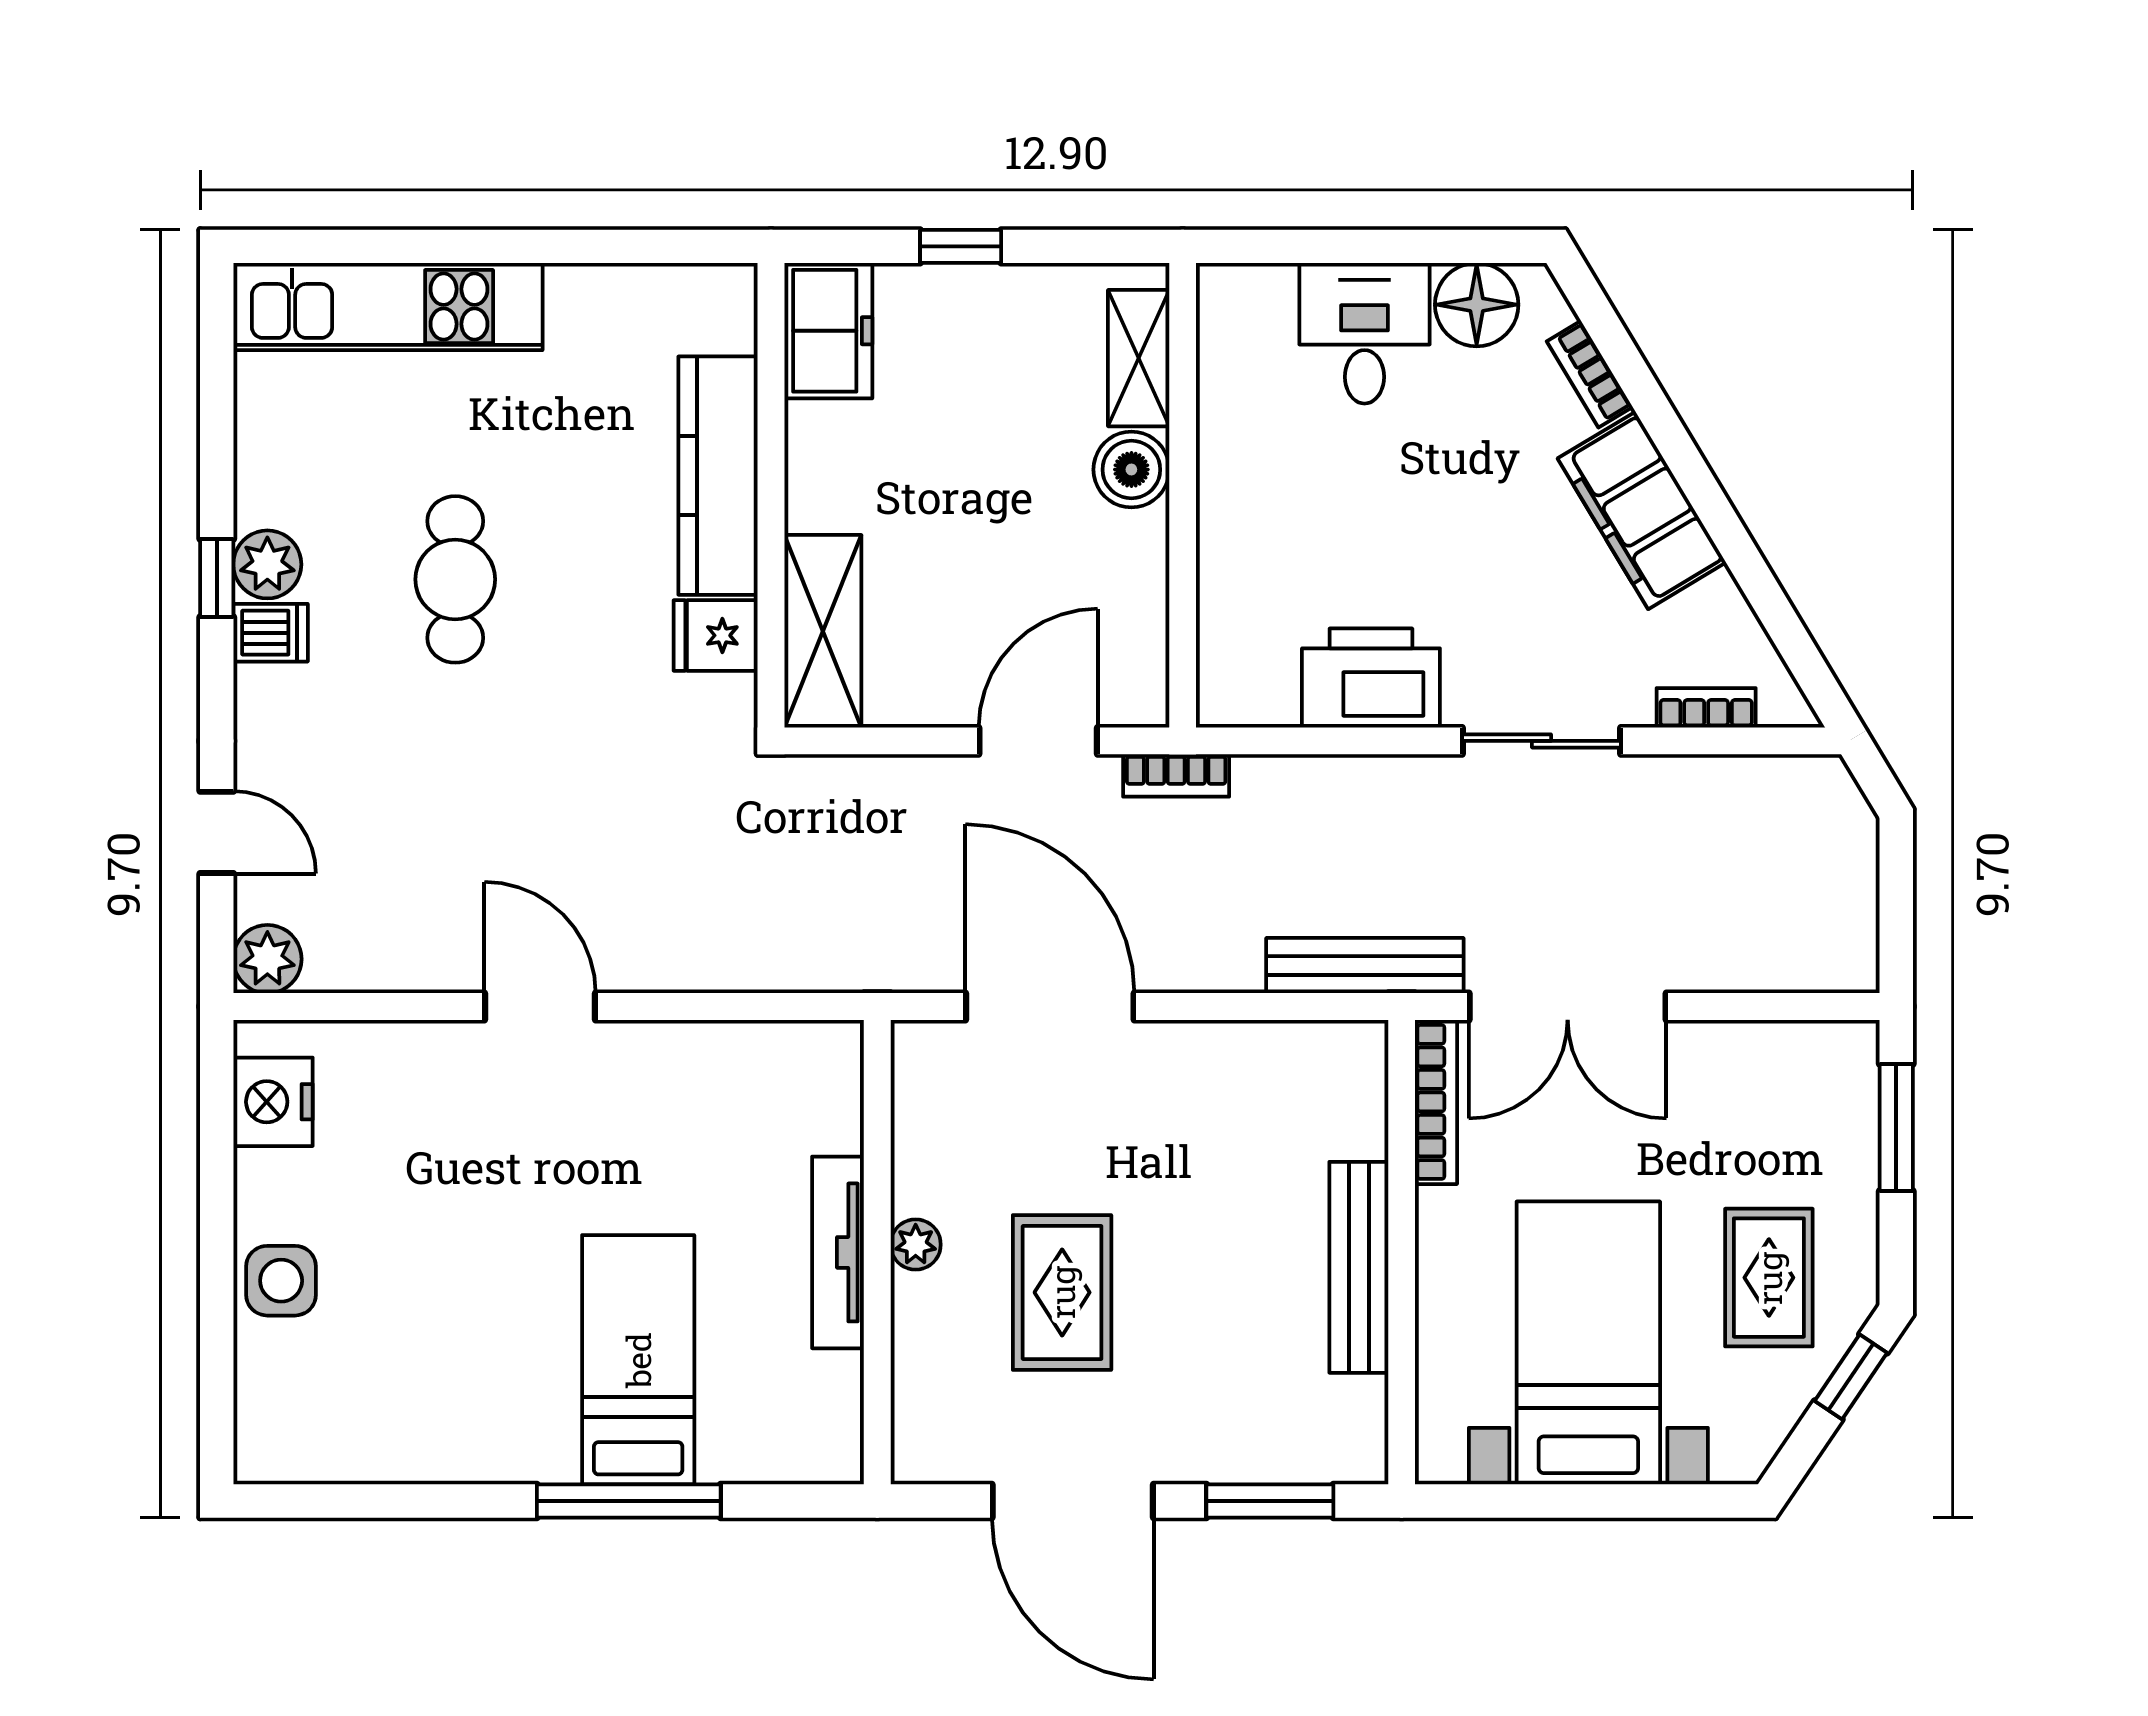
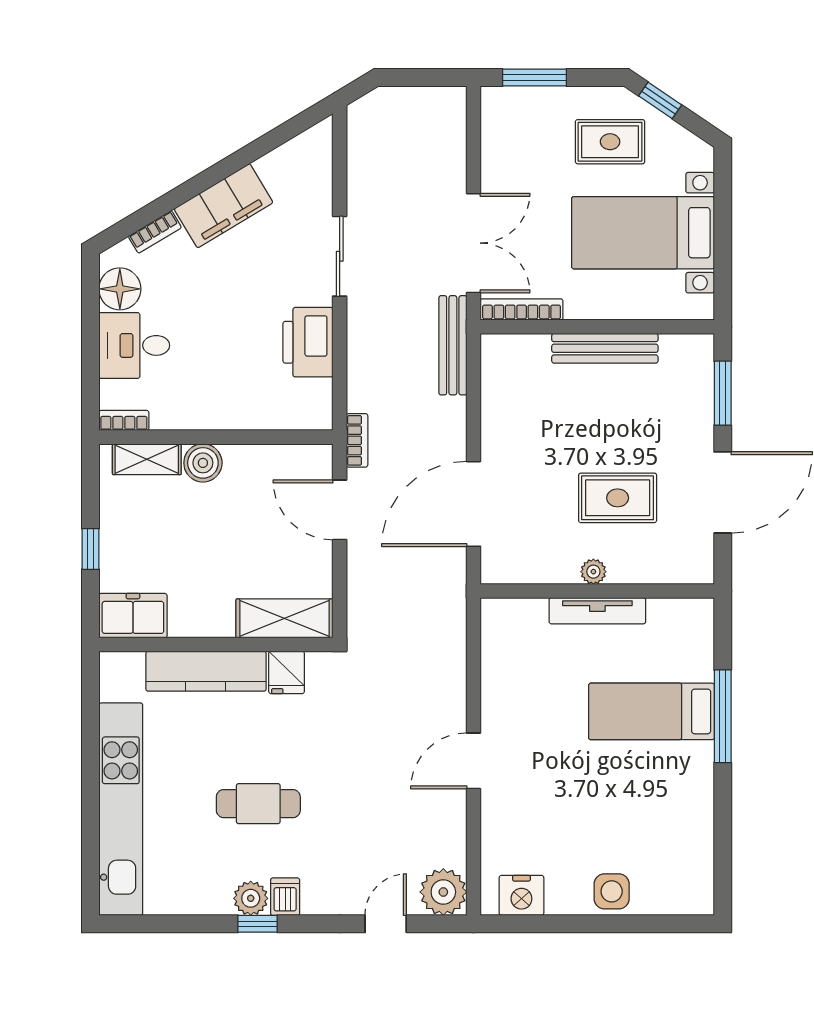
kitchen unit: (388, 307) -> (121, 809), width x1.36
bookcase: (1706, 708) -> (124, 420), moved, turned 90
plant: (267, 959) -> (443, 892), width x1.36, depth x1.36

